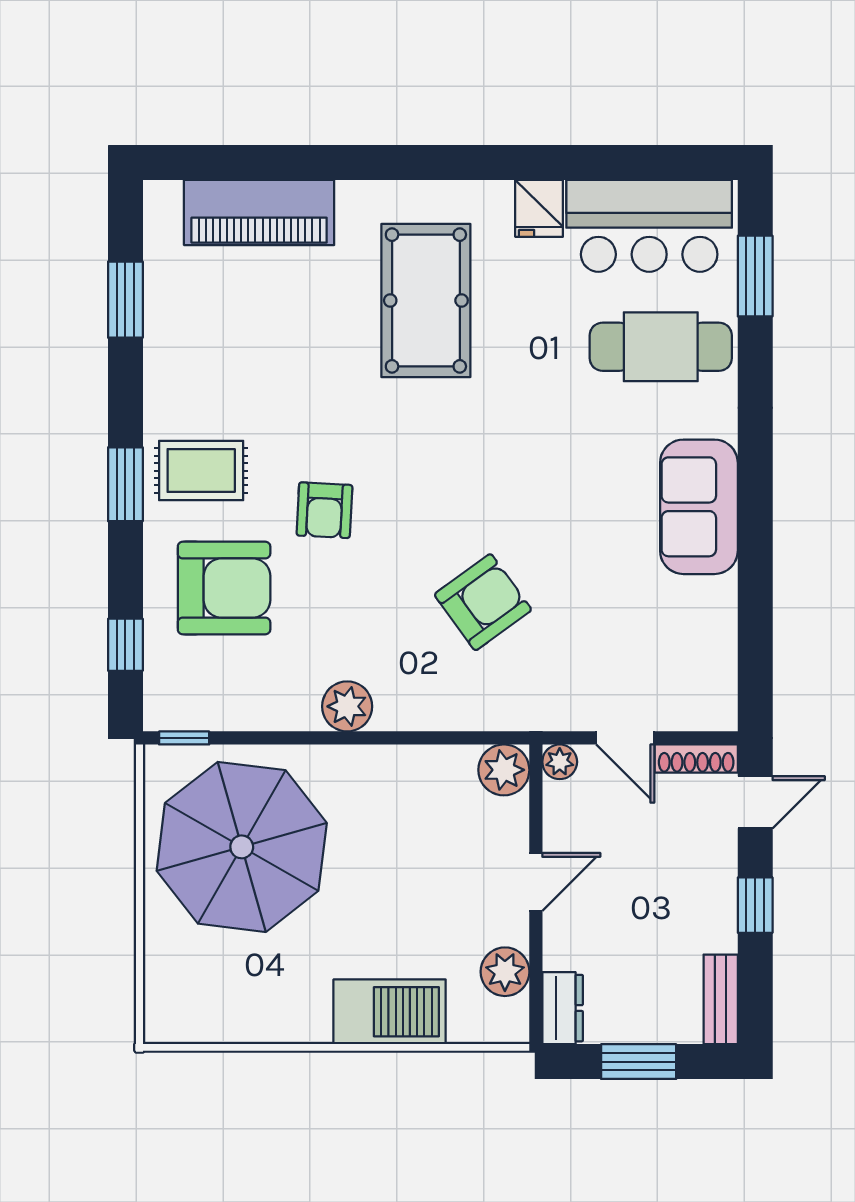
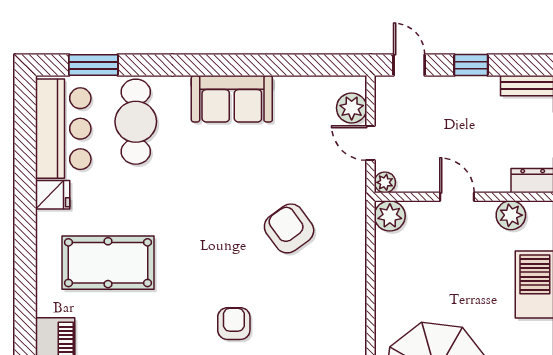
armchair: (324, 510) -> (234, 324), turned -93
plant: (347, 706) -> (352, 108), moved
door: (625, 738) -> (371, 143), swing flipped
shoe rack: (696, 759) -> (383, 100), removed

